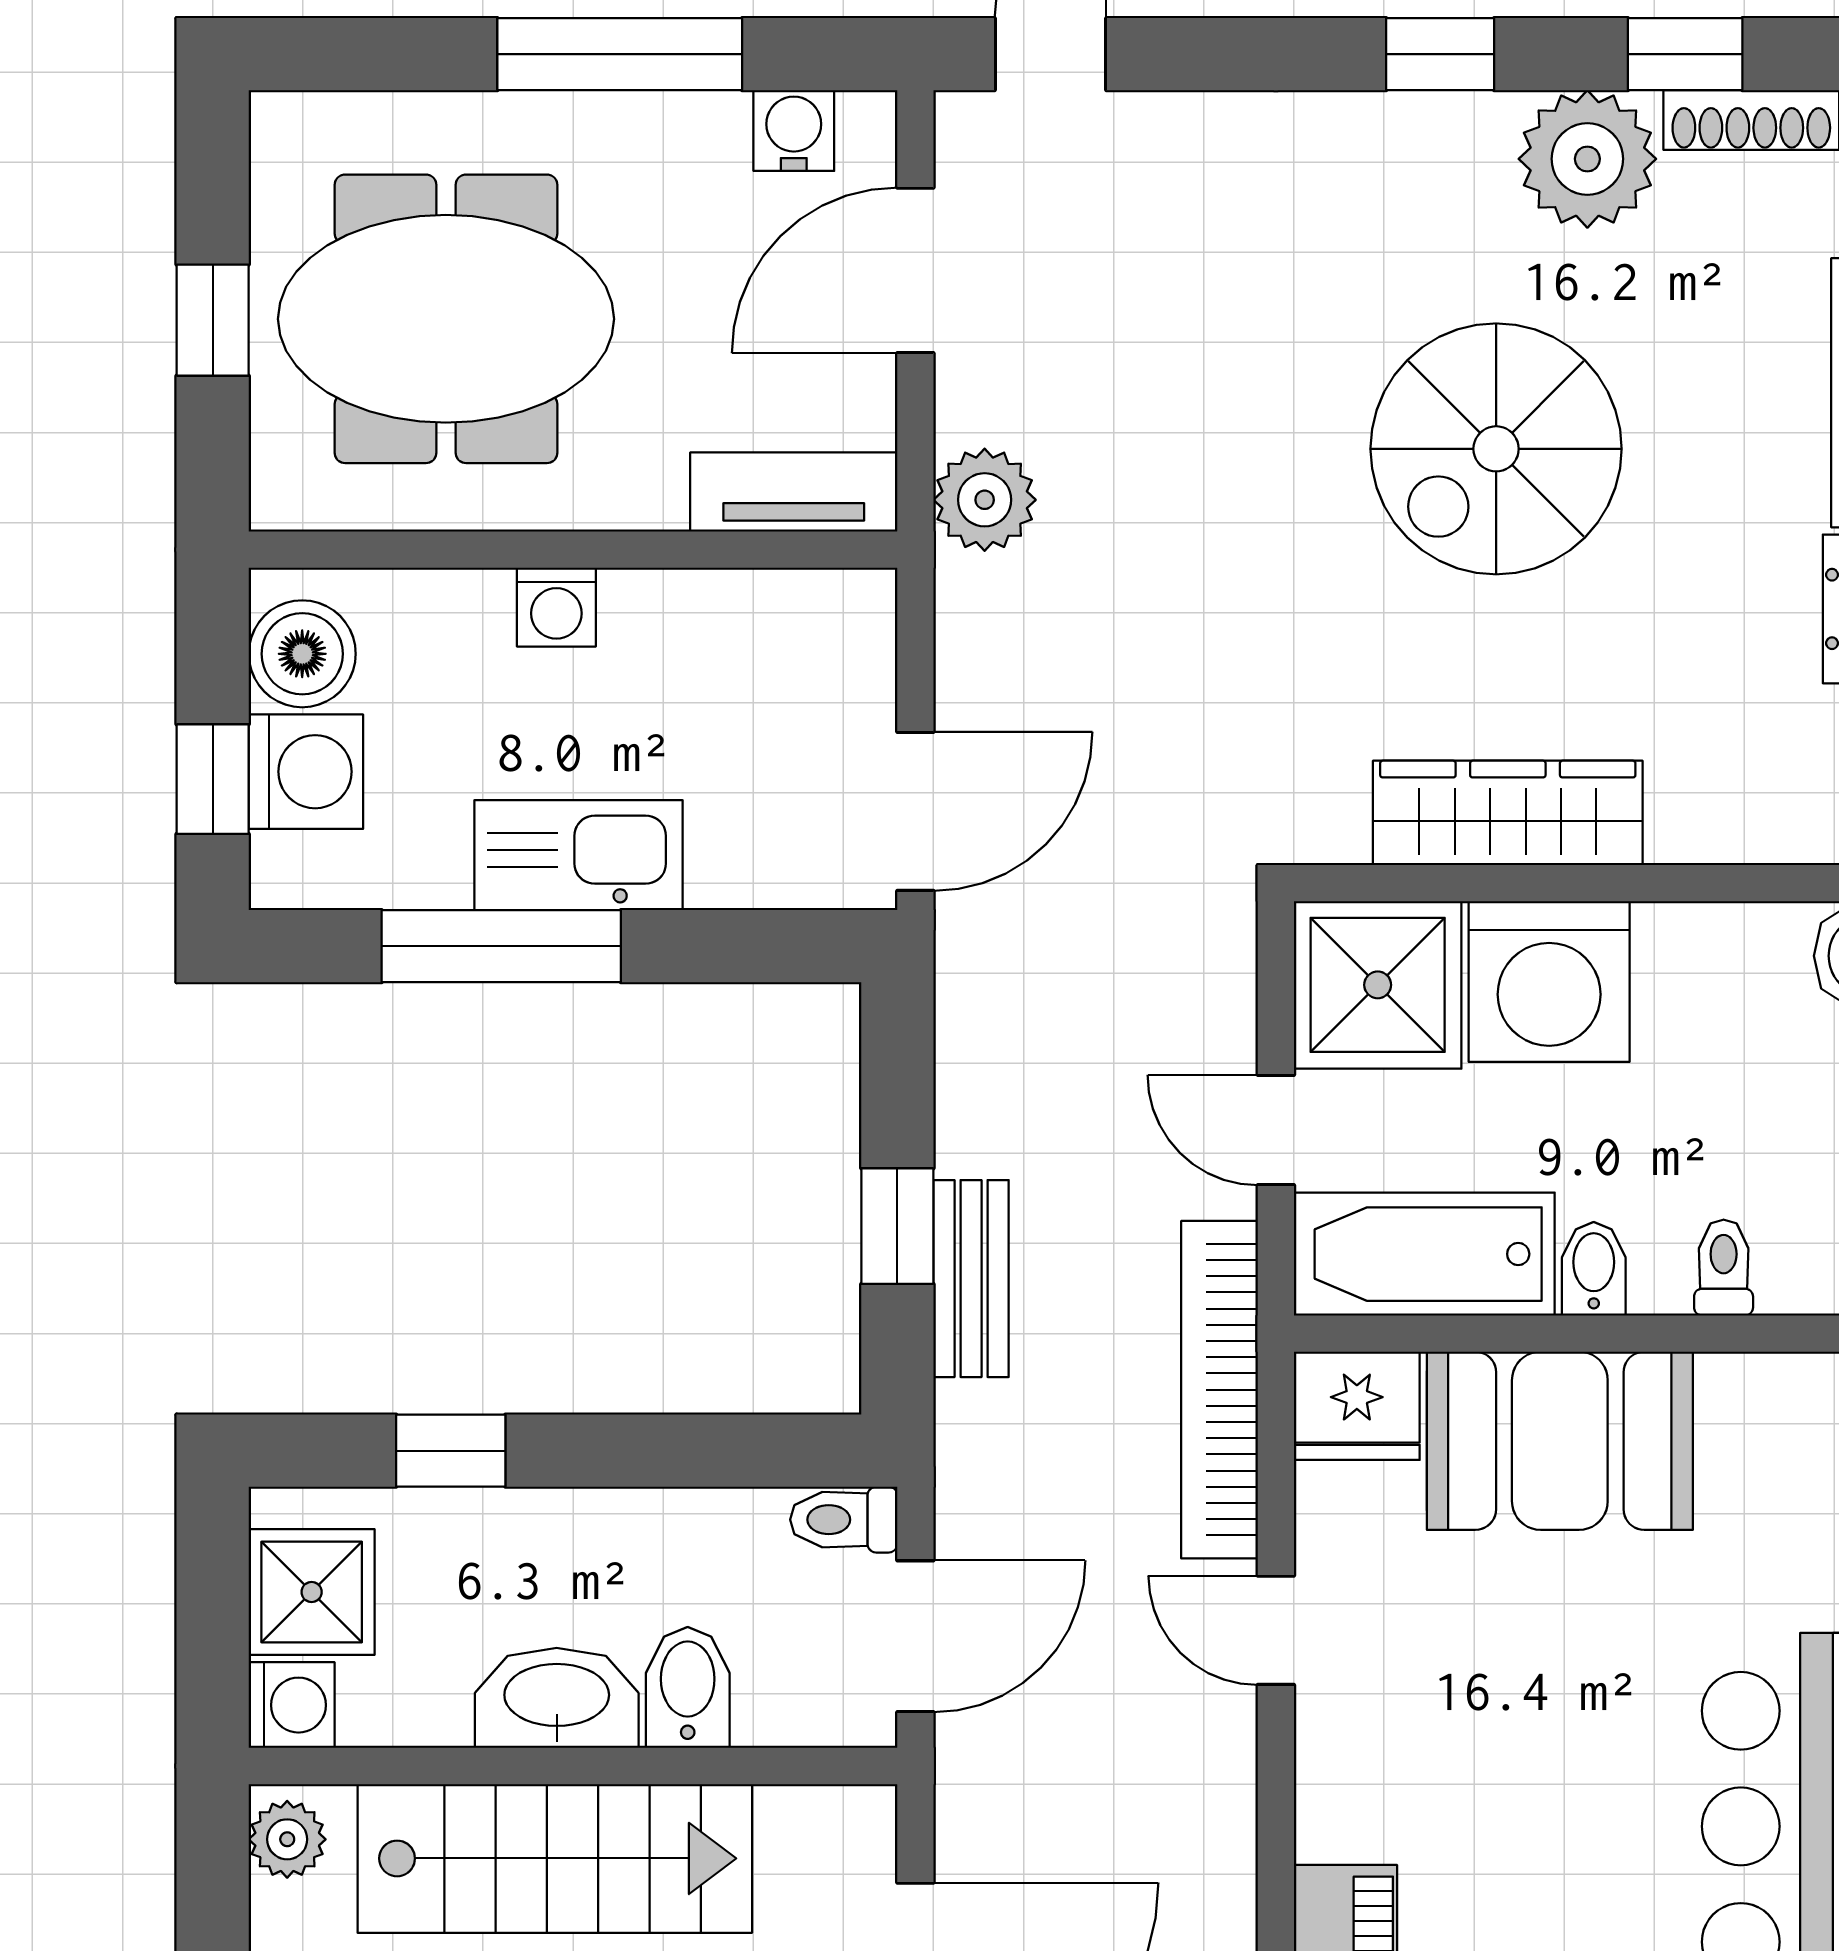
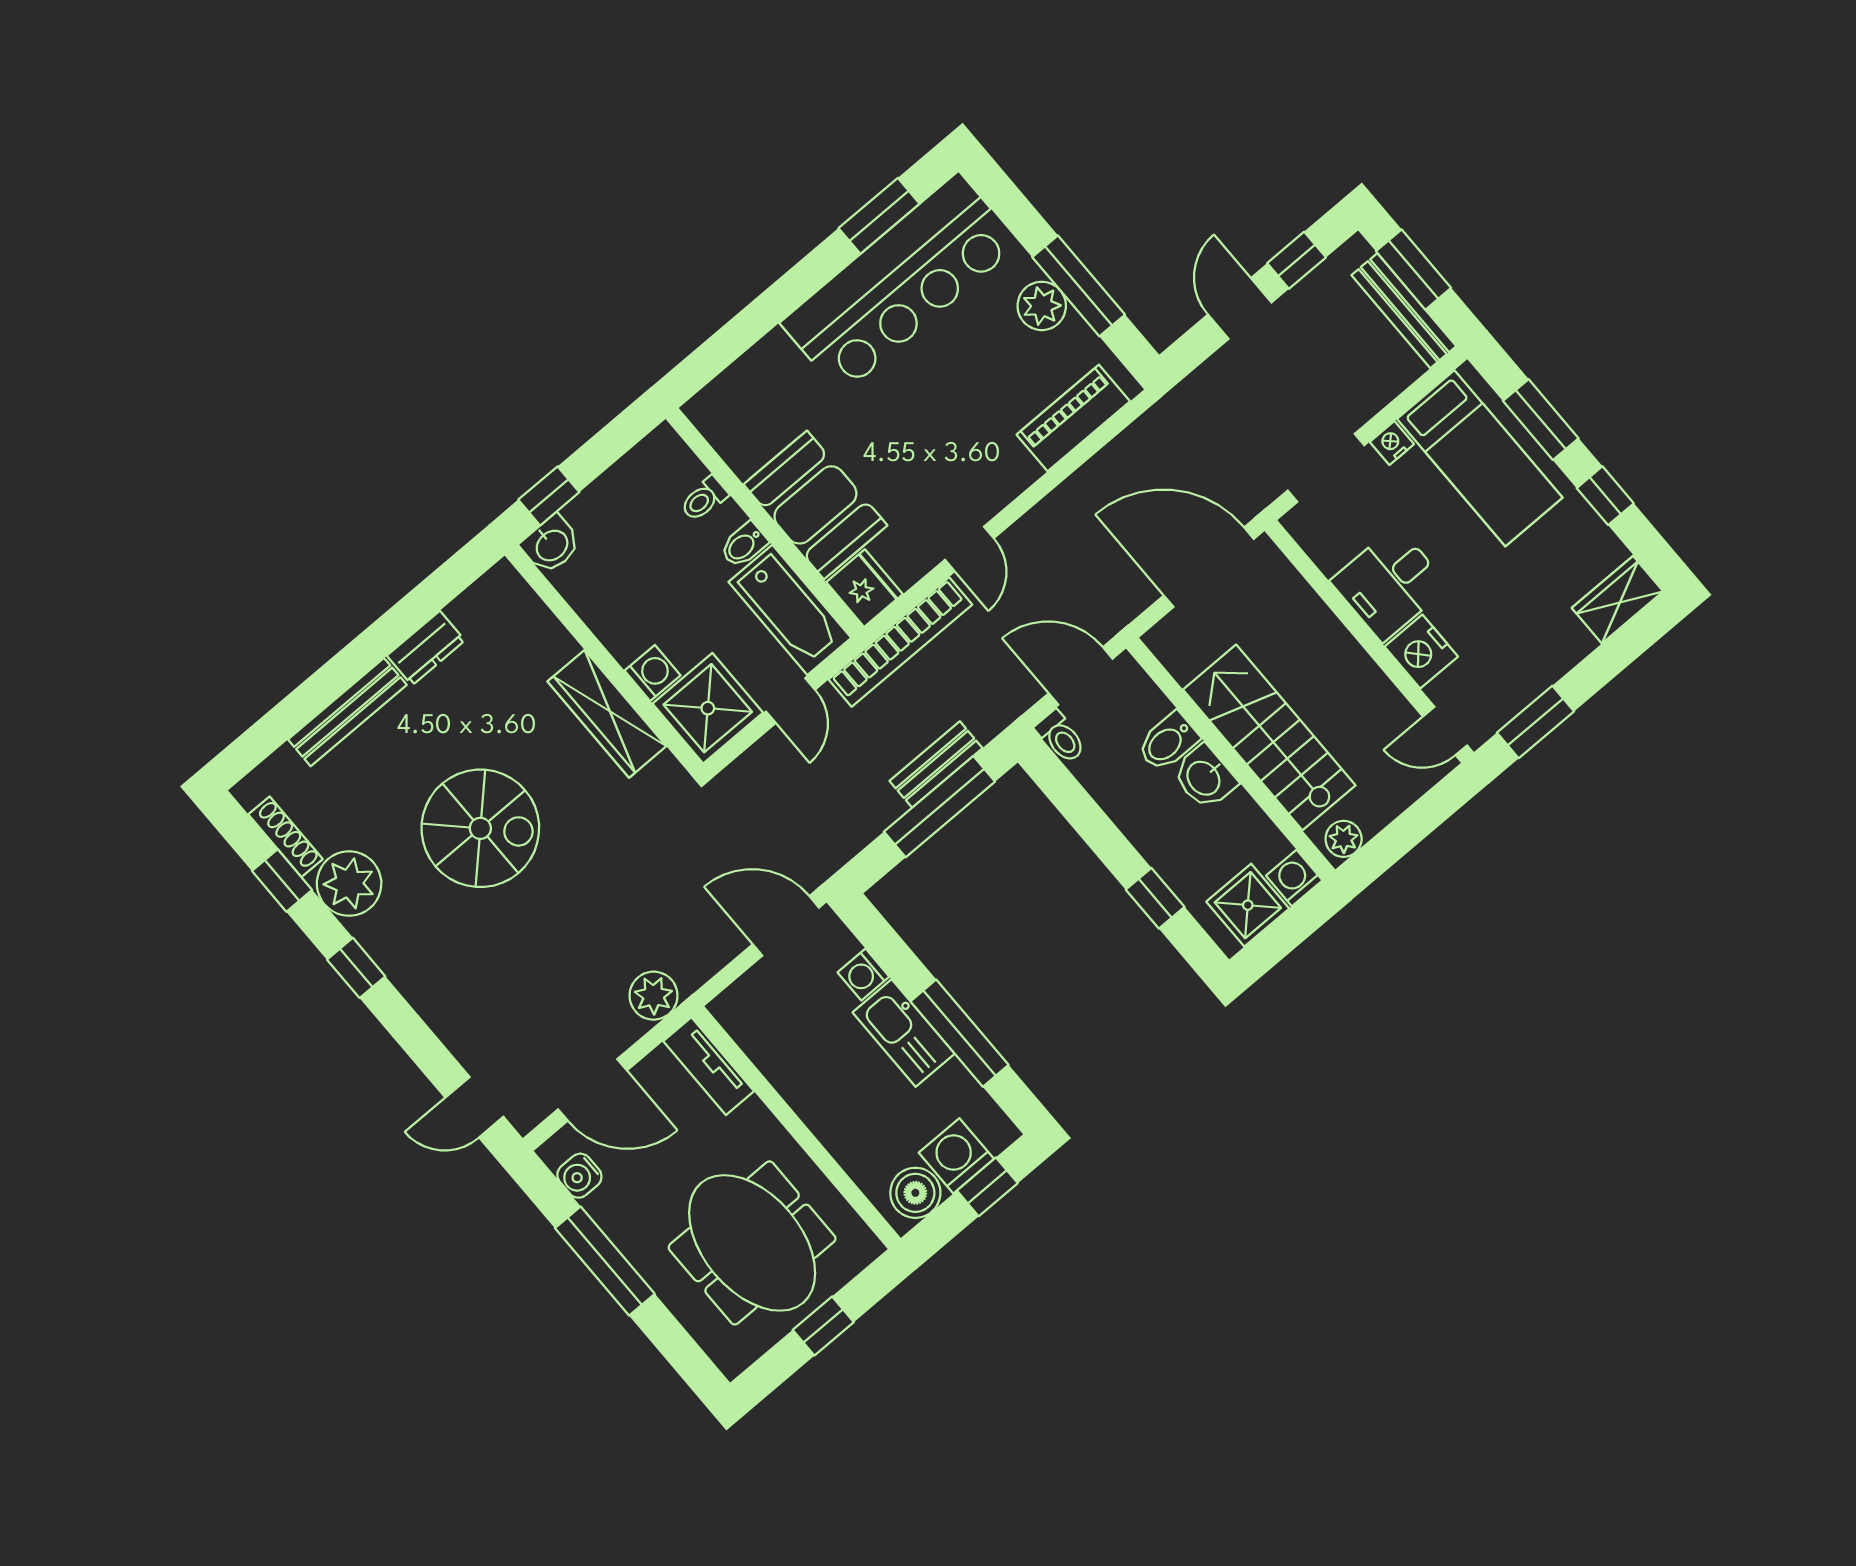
washing machine: (556, 607) -> (863, 974), moved, turned 180
washing machine: (1549, 981) -> (653, 673), width x0.53, depth x0.53
window: (897, 1226) -> (939, 807), width x2.17
washbasin: (557, 1698) -> (1204, 777), width x0.72

